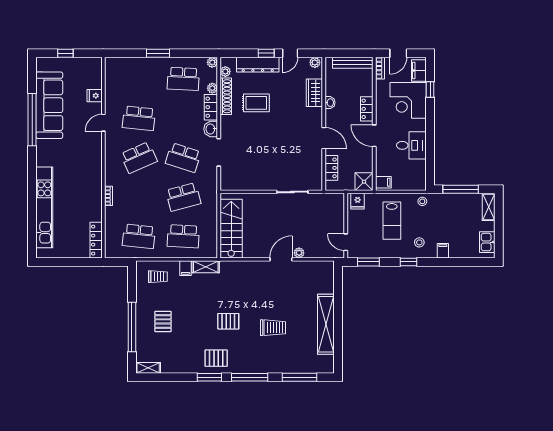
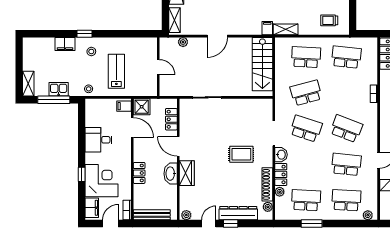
window: (158, 53) -> (312, 224), moved
plant: (212, 62) -> (368, 215), moved
school desk: (139, 79) -> (346, 200), added
window: (430, 89) -> (82, 174), moved
wardrobe: (314, 93) -> (187, 173), moved
rug: (256, 103) -> (241, 154), moved
washbasin: (330, 103) -> (171, 174), width x1.91, depth x1.45
door: (374, 136) -> (132, 128), moved
school desk: (139, 158) -> (346, 129), turned 45
fridge: (358, 201) -> (148, 89), removed
door: (346, 242) -> (158, 67), moved
kitchen sink: (487, 242) -> (59, 89), moved, turned -90
filing cabinet: (443, 251) -> (65, 44), width x2.00
plant: (299, 253) -> (183, 42), moved
window: (368, 262) -> (138, 34), removed
window: (409, 262) -> (85, 34), moved
filing cabinet: (186, 268) -> (267, 28), moved
shelving: (328, 277) -> (174, 20), added

